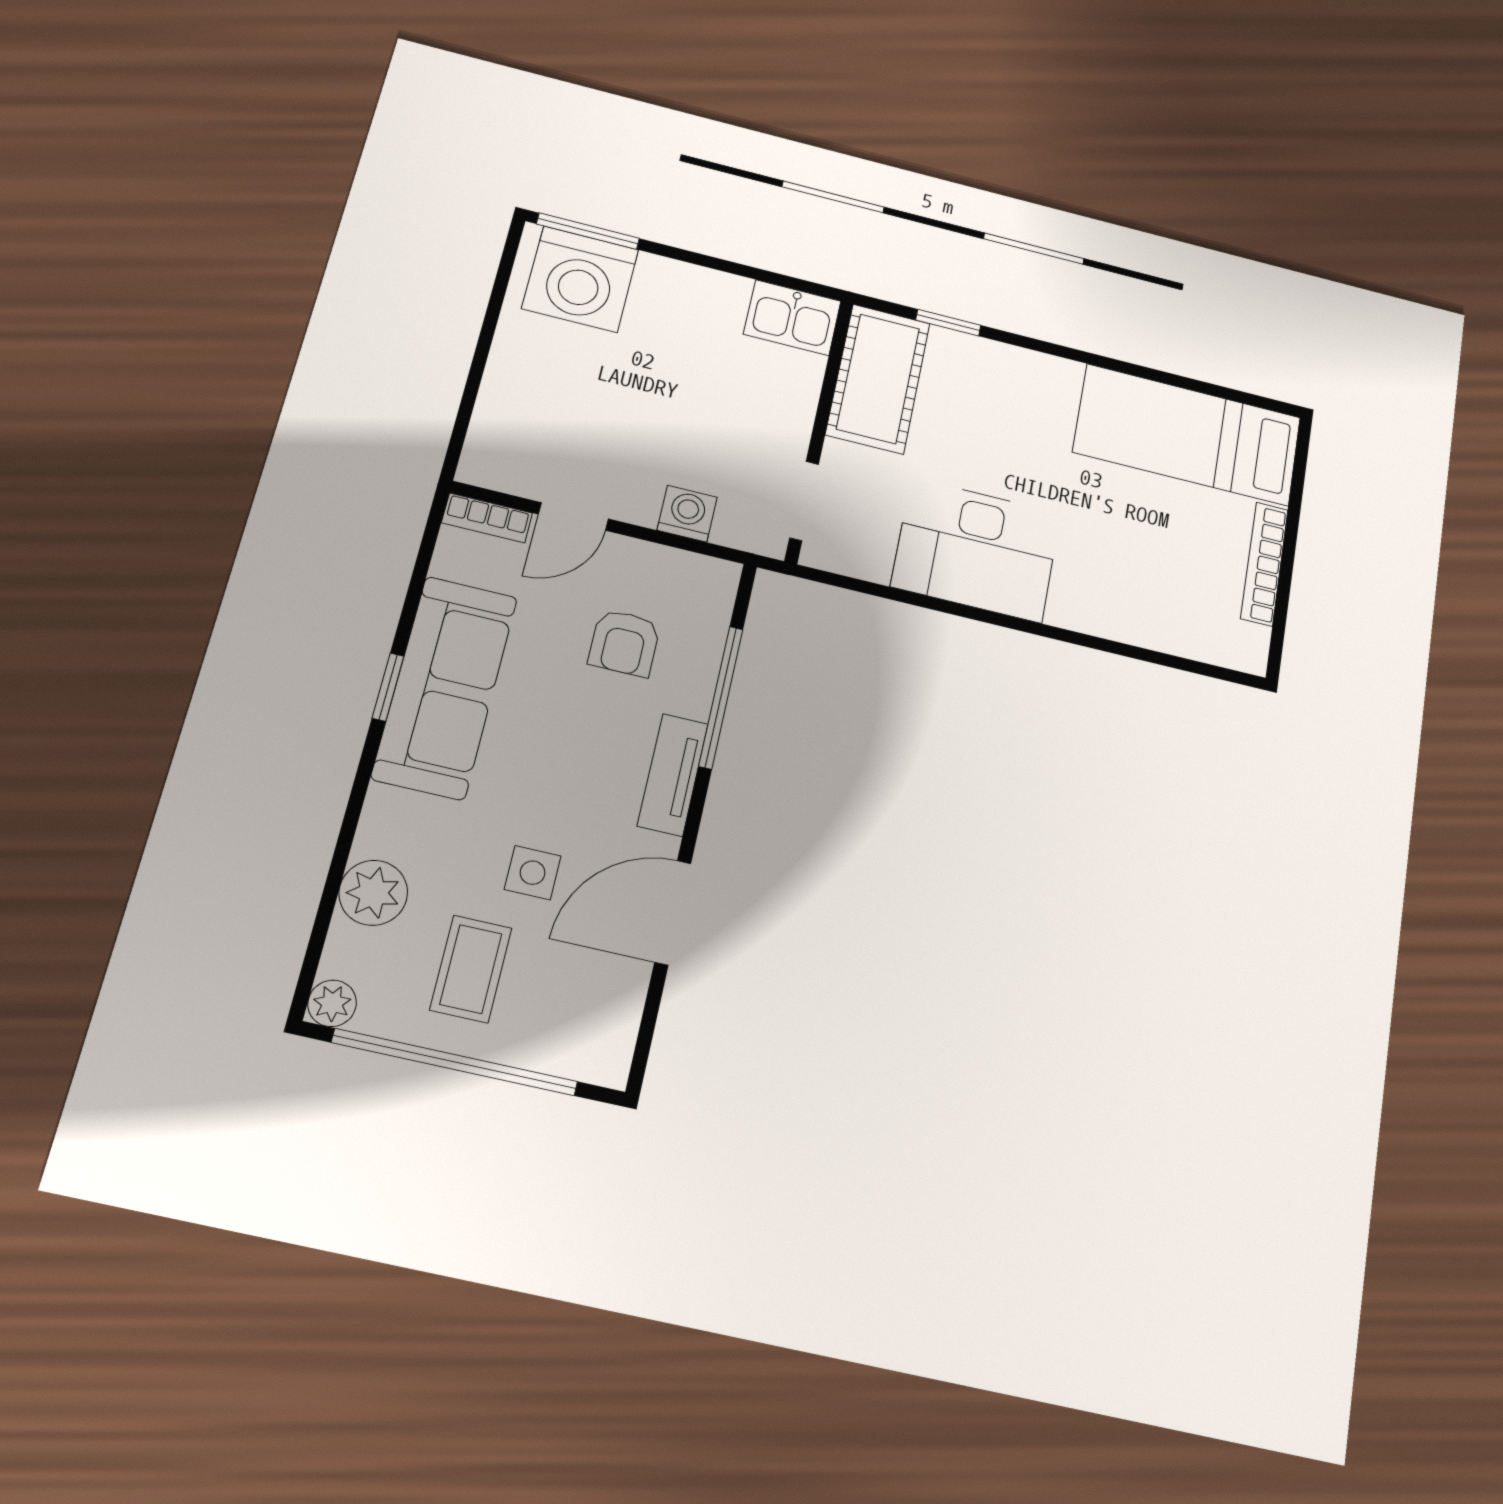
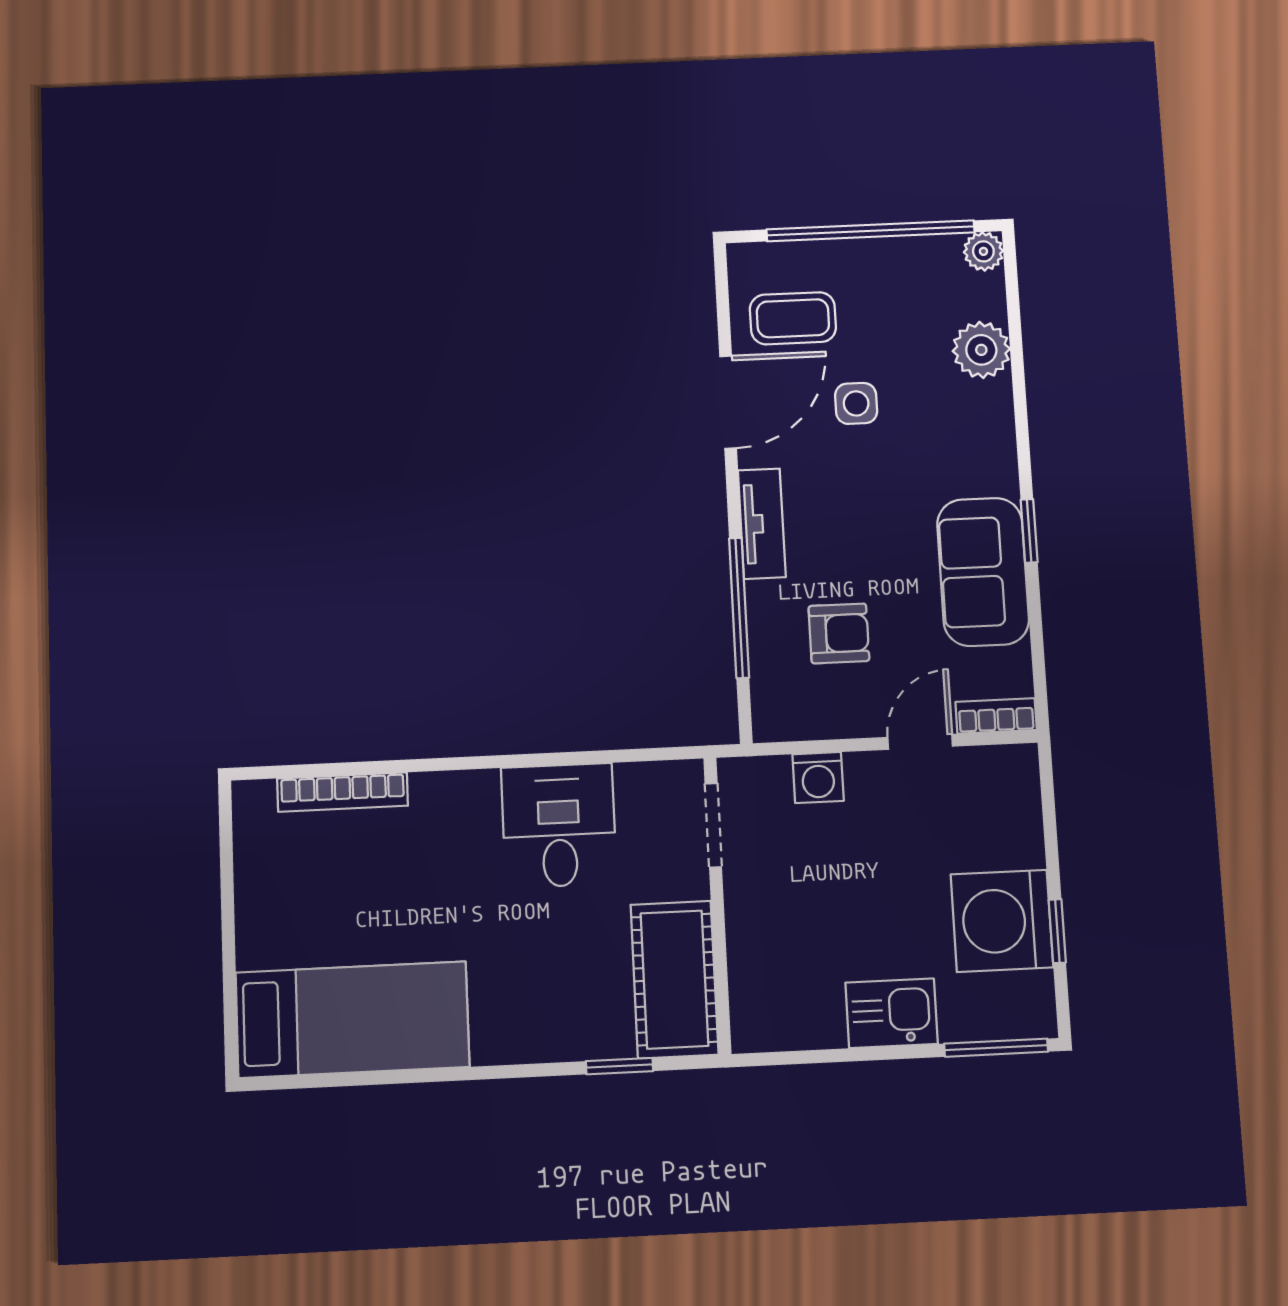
washing machine: (580, 279) -> (1002, 921), moved, turned -90
window: (494, 309) -> (1057, 931), added
kitchen sink: (792, 318) -> (892, 1013), moved
desk: (976, 550) -> (559, 825), width x0.73
bookcase: (1264, 564) -> (343, 792), moved, turned 90
armchair: (624, 643) -> (839, 633), turned 90
sofa: (445, 687) -> (983, 572), width x0.73
coffee table: (471, 969) -> (793, 318), moved, turned 90

